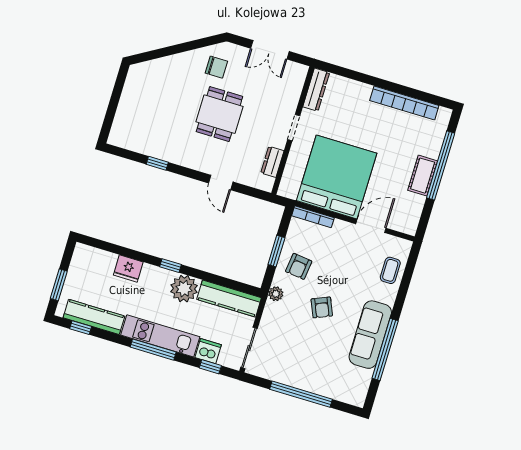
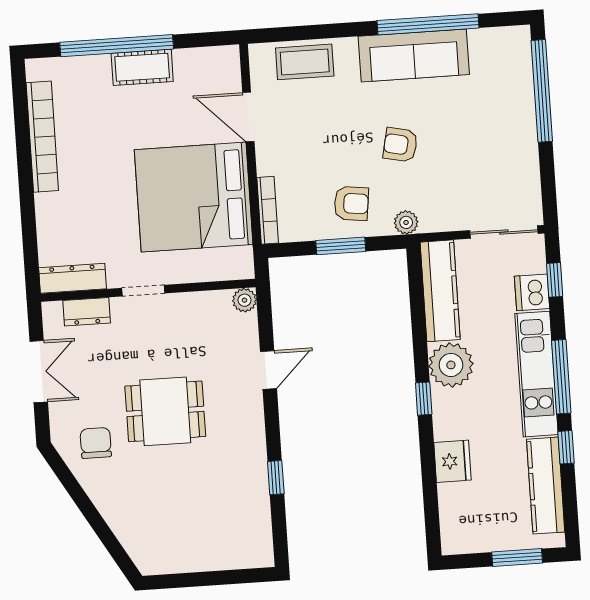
dresser: (272, 162) -> (87, 312), moved
plant: (266, 184) -> (244, 300), added
coffee table: (390, 270) -> (305, 62), width x1.36, depth x1.30
armchair: (322, 307) -> (400, 145), turned -145
window: (81, 328) -> (566, 447), moved
window: (301, 394) -> (542, 91), moved

